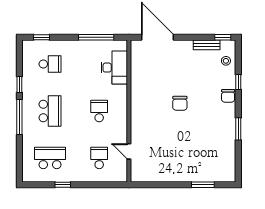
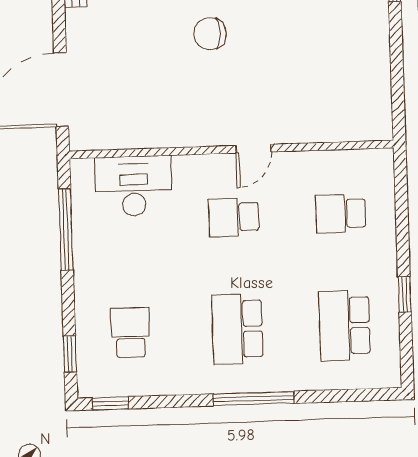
window: (19, 85) -> (110, 403), moved
chair: (180, 103) -> (210, 34), turned 180
school desk: (50, 111) -> (237, 329), turned -90
door: (129, 151) -> (254, 149), moved

